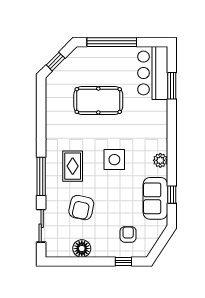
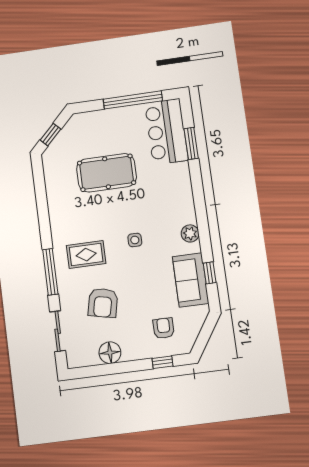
window: (112, 42) -> (133, 100), moved
side table: (114, 160) -> (135, 240), width x0.54, depth x0.54
rug: (73, 166) -> (86, 255), turned 90

